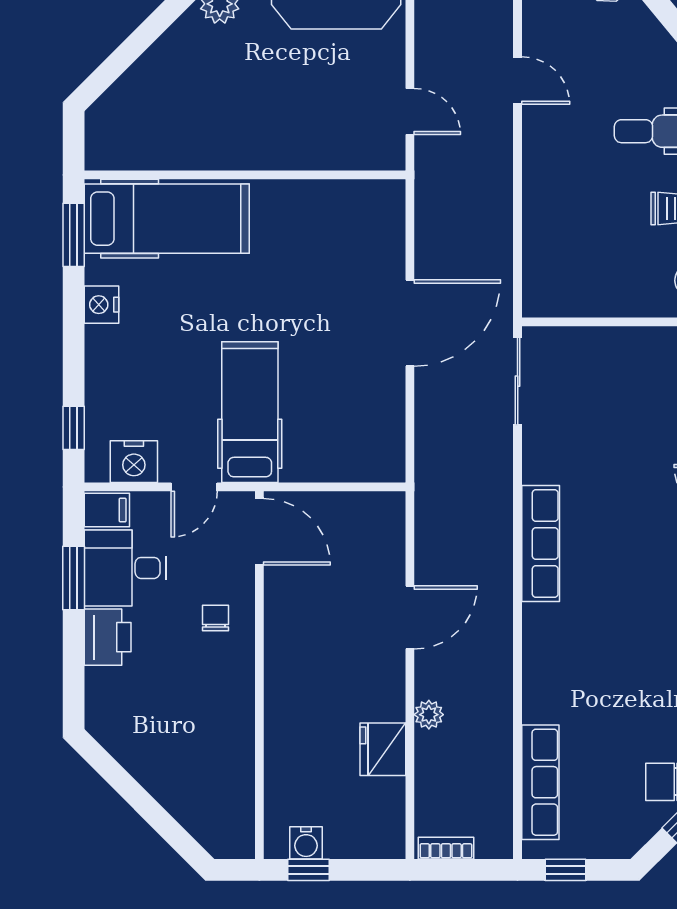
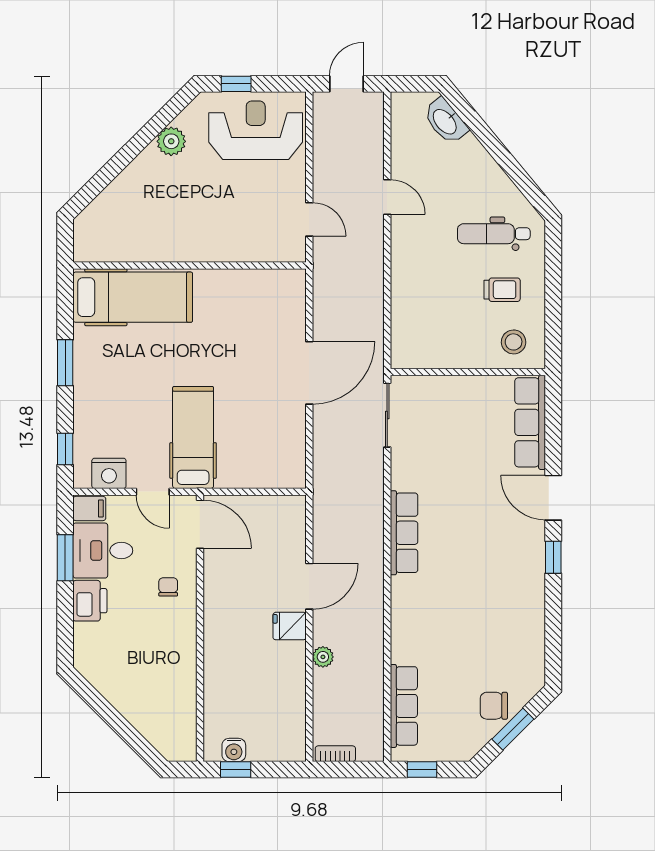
window: (74, 235) -> (65, 363), moved
nightstand: (101, 305) -> (85, 359), removed
door: (194, 487) -> (153, 492), hinge flipped
fridge: (383, 749) -> (290, 626), moved, width x0.72

